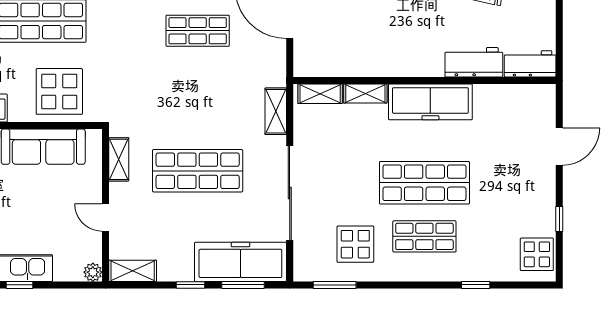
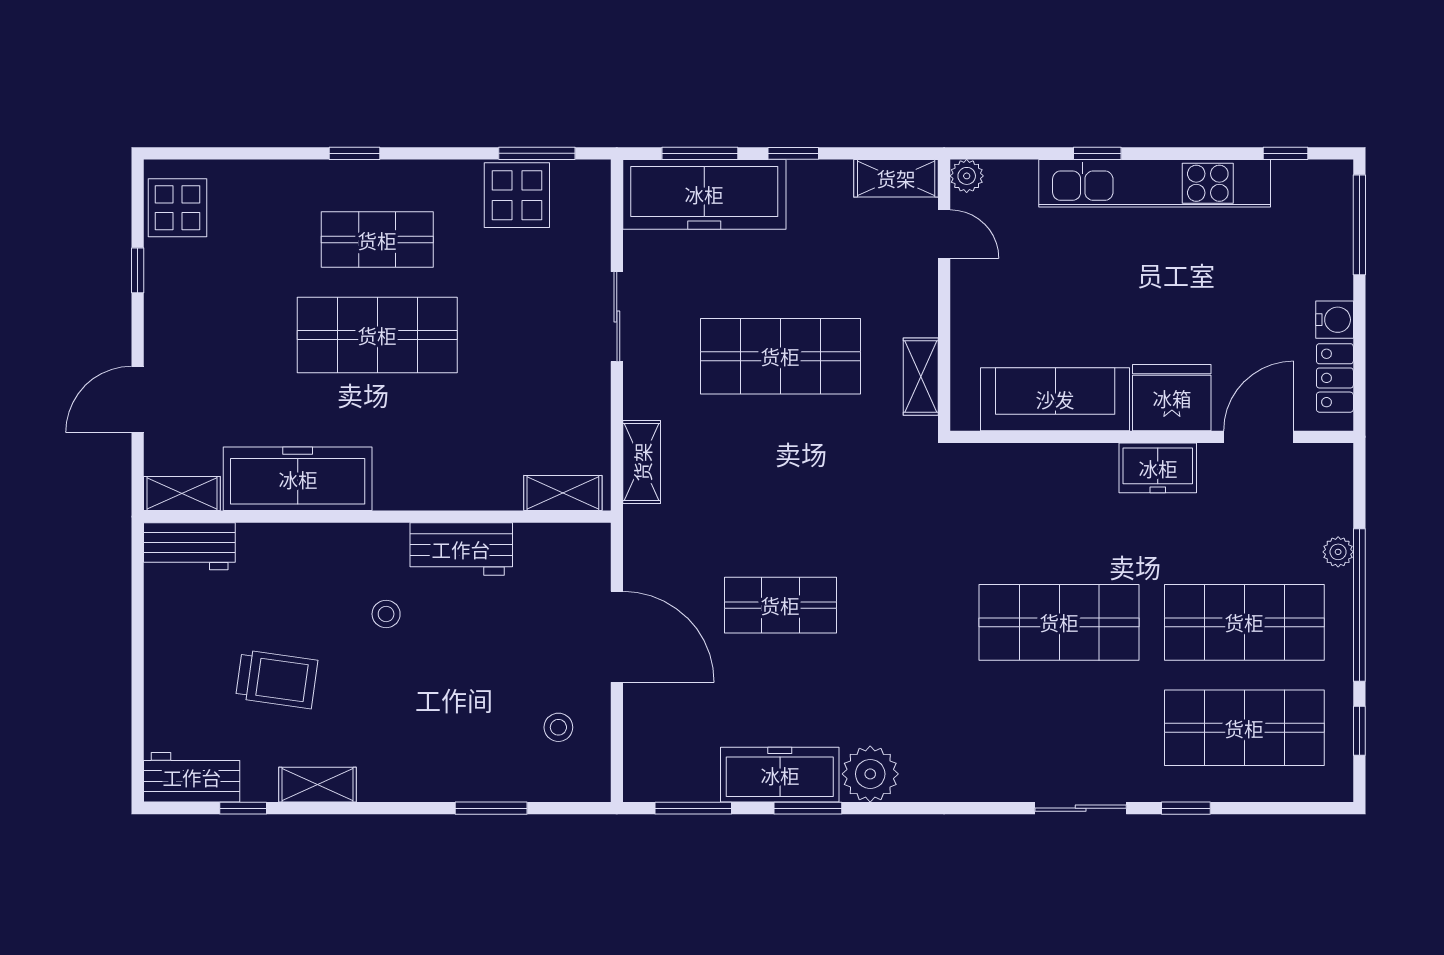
stool: (419, 26) -> (386, 614), added
workbench: (474, 62) -> (461, 549), moved
display table: (59, 91) -> (1026, 497), removed
shelving: (365, 94) -> (182, 493), moved
freezer: (430, 102) -> (298, 479), moved
sliding door: (290, 193) -> (617, 317), width x0.54
door: (106, 218) -> (944, 234), moved
display table: (355, 244) -> (517, 195), moved
window: (476, 285) -> (354, 153), moved

